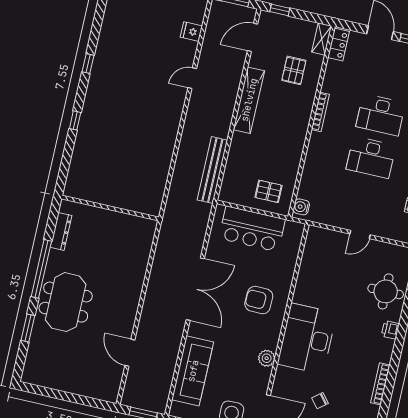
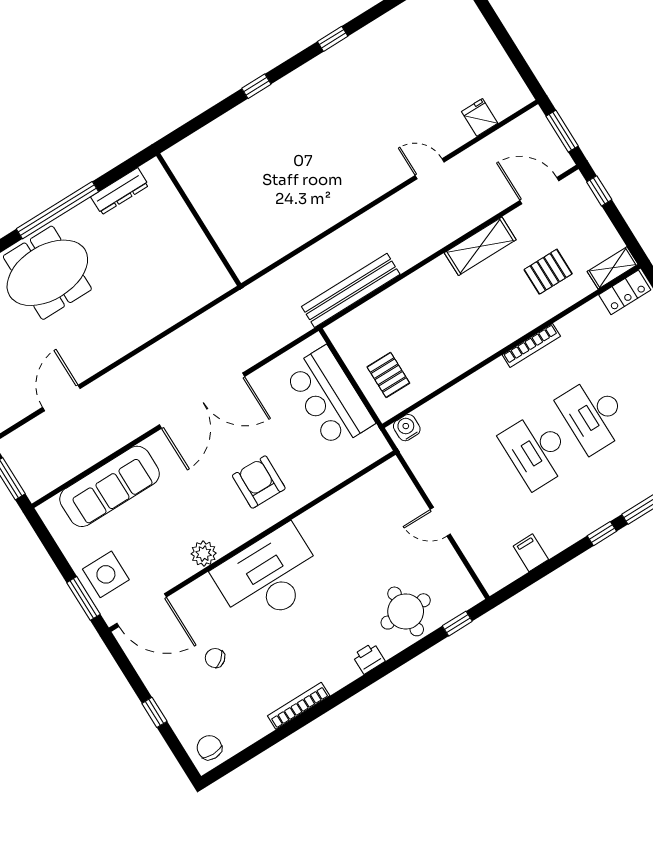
shelving: (249, 100) -> (480, 246), width x0.68

